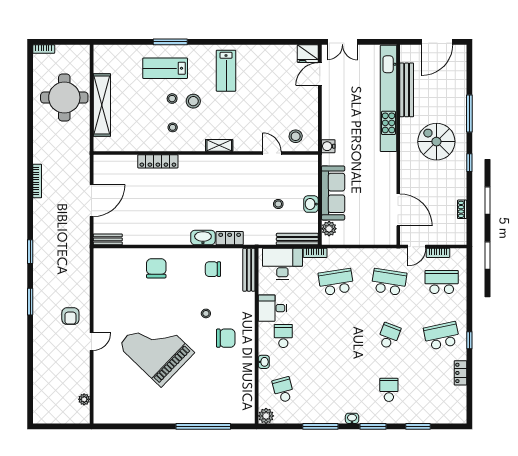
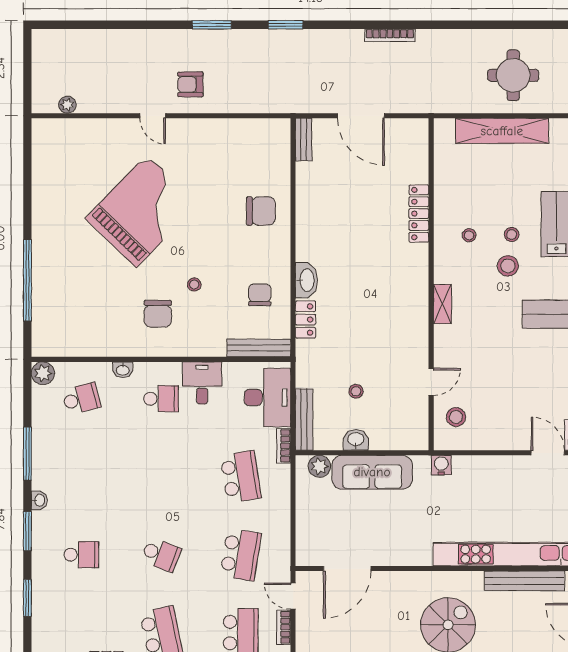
round table: (64, 98) -> (513, 75), width x0.73, depth x0.73

